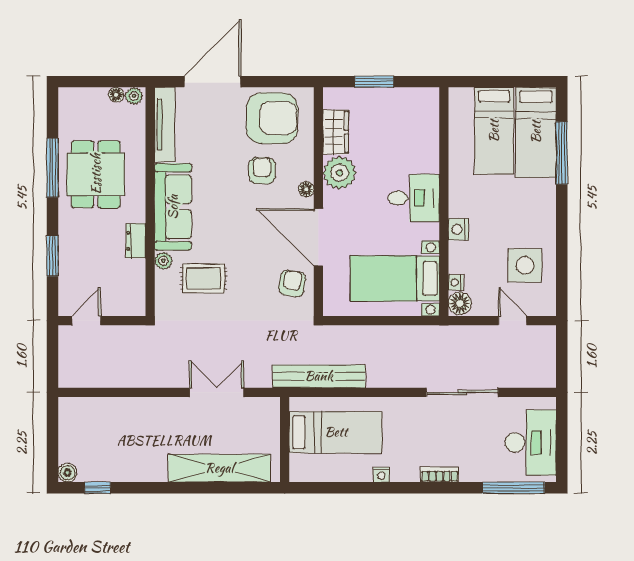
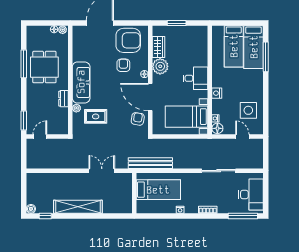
tv unit: (165, 124) -> (77, 43), removed
window: (52, 256) -> (24, 121), moved
shelving: (219, 468) -> (78, 207), moved

